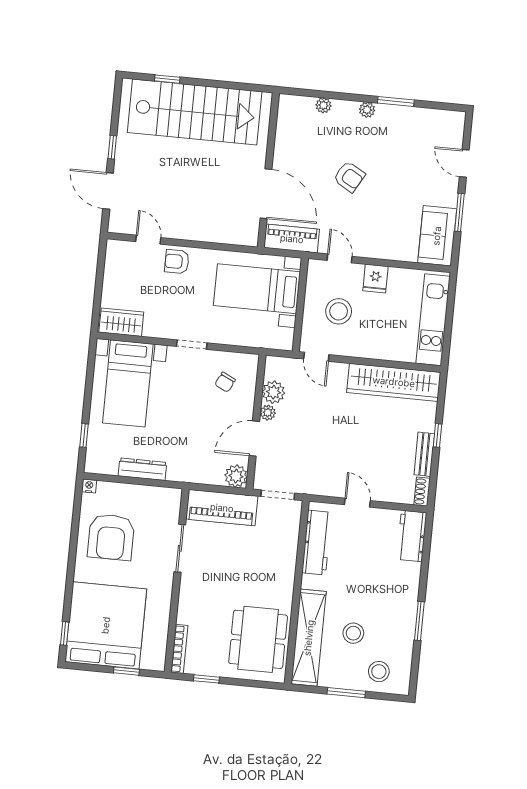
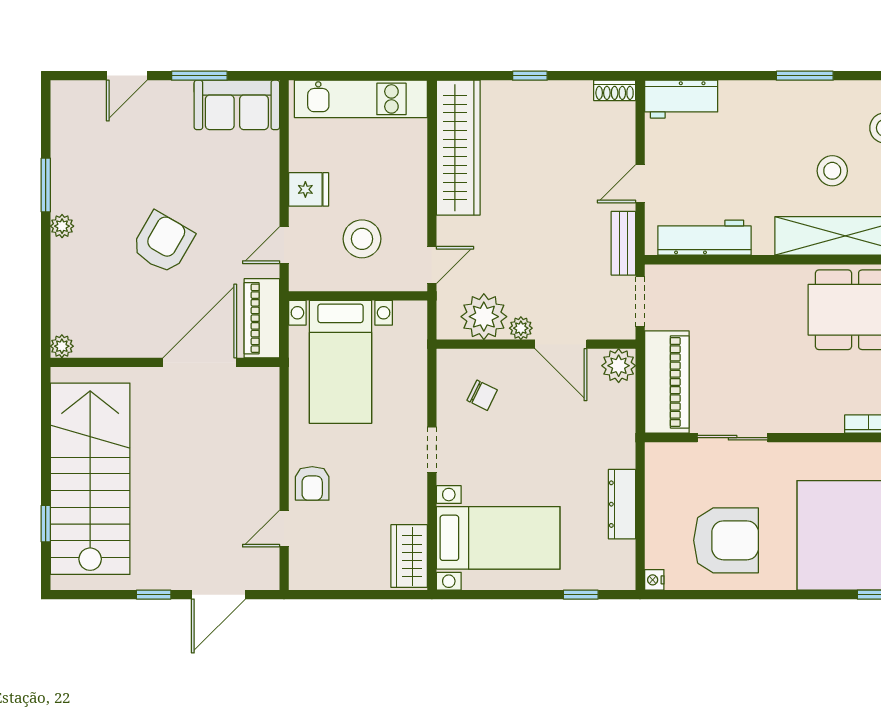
plant: (323, 105) -> (62, 346), moved
armchair: (349, 177) -> (163, 243), width x1.38, depth x1.38
plant: (273, 392) -> (484, 317), width x1.36, depth x1.36
bench: (424, 454) -> (623, 243), moved, turned 90

